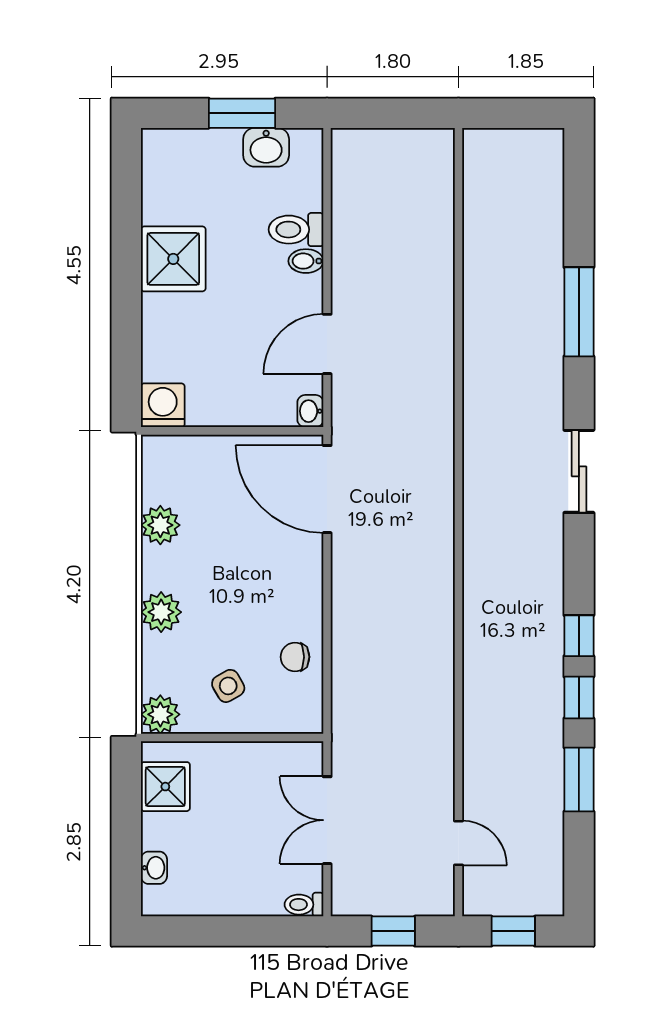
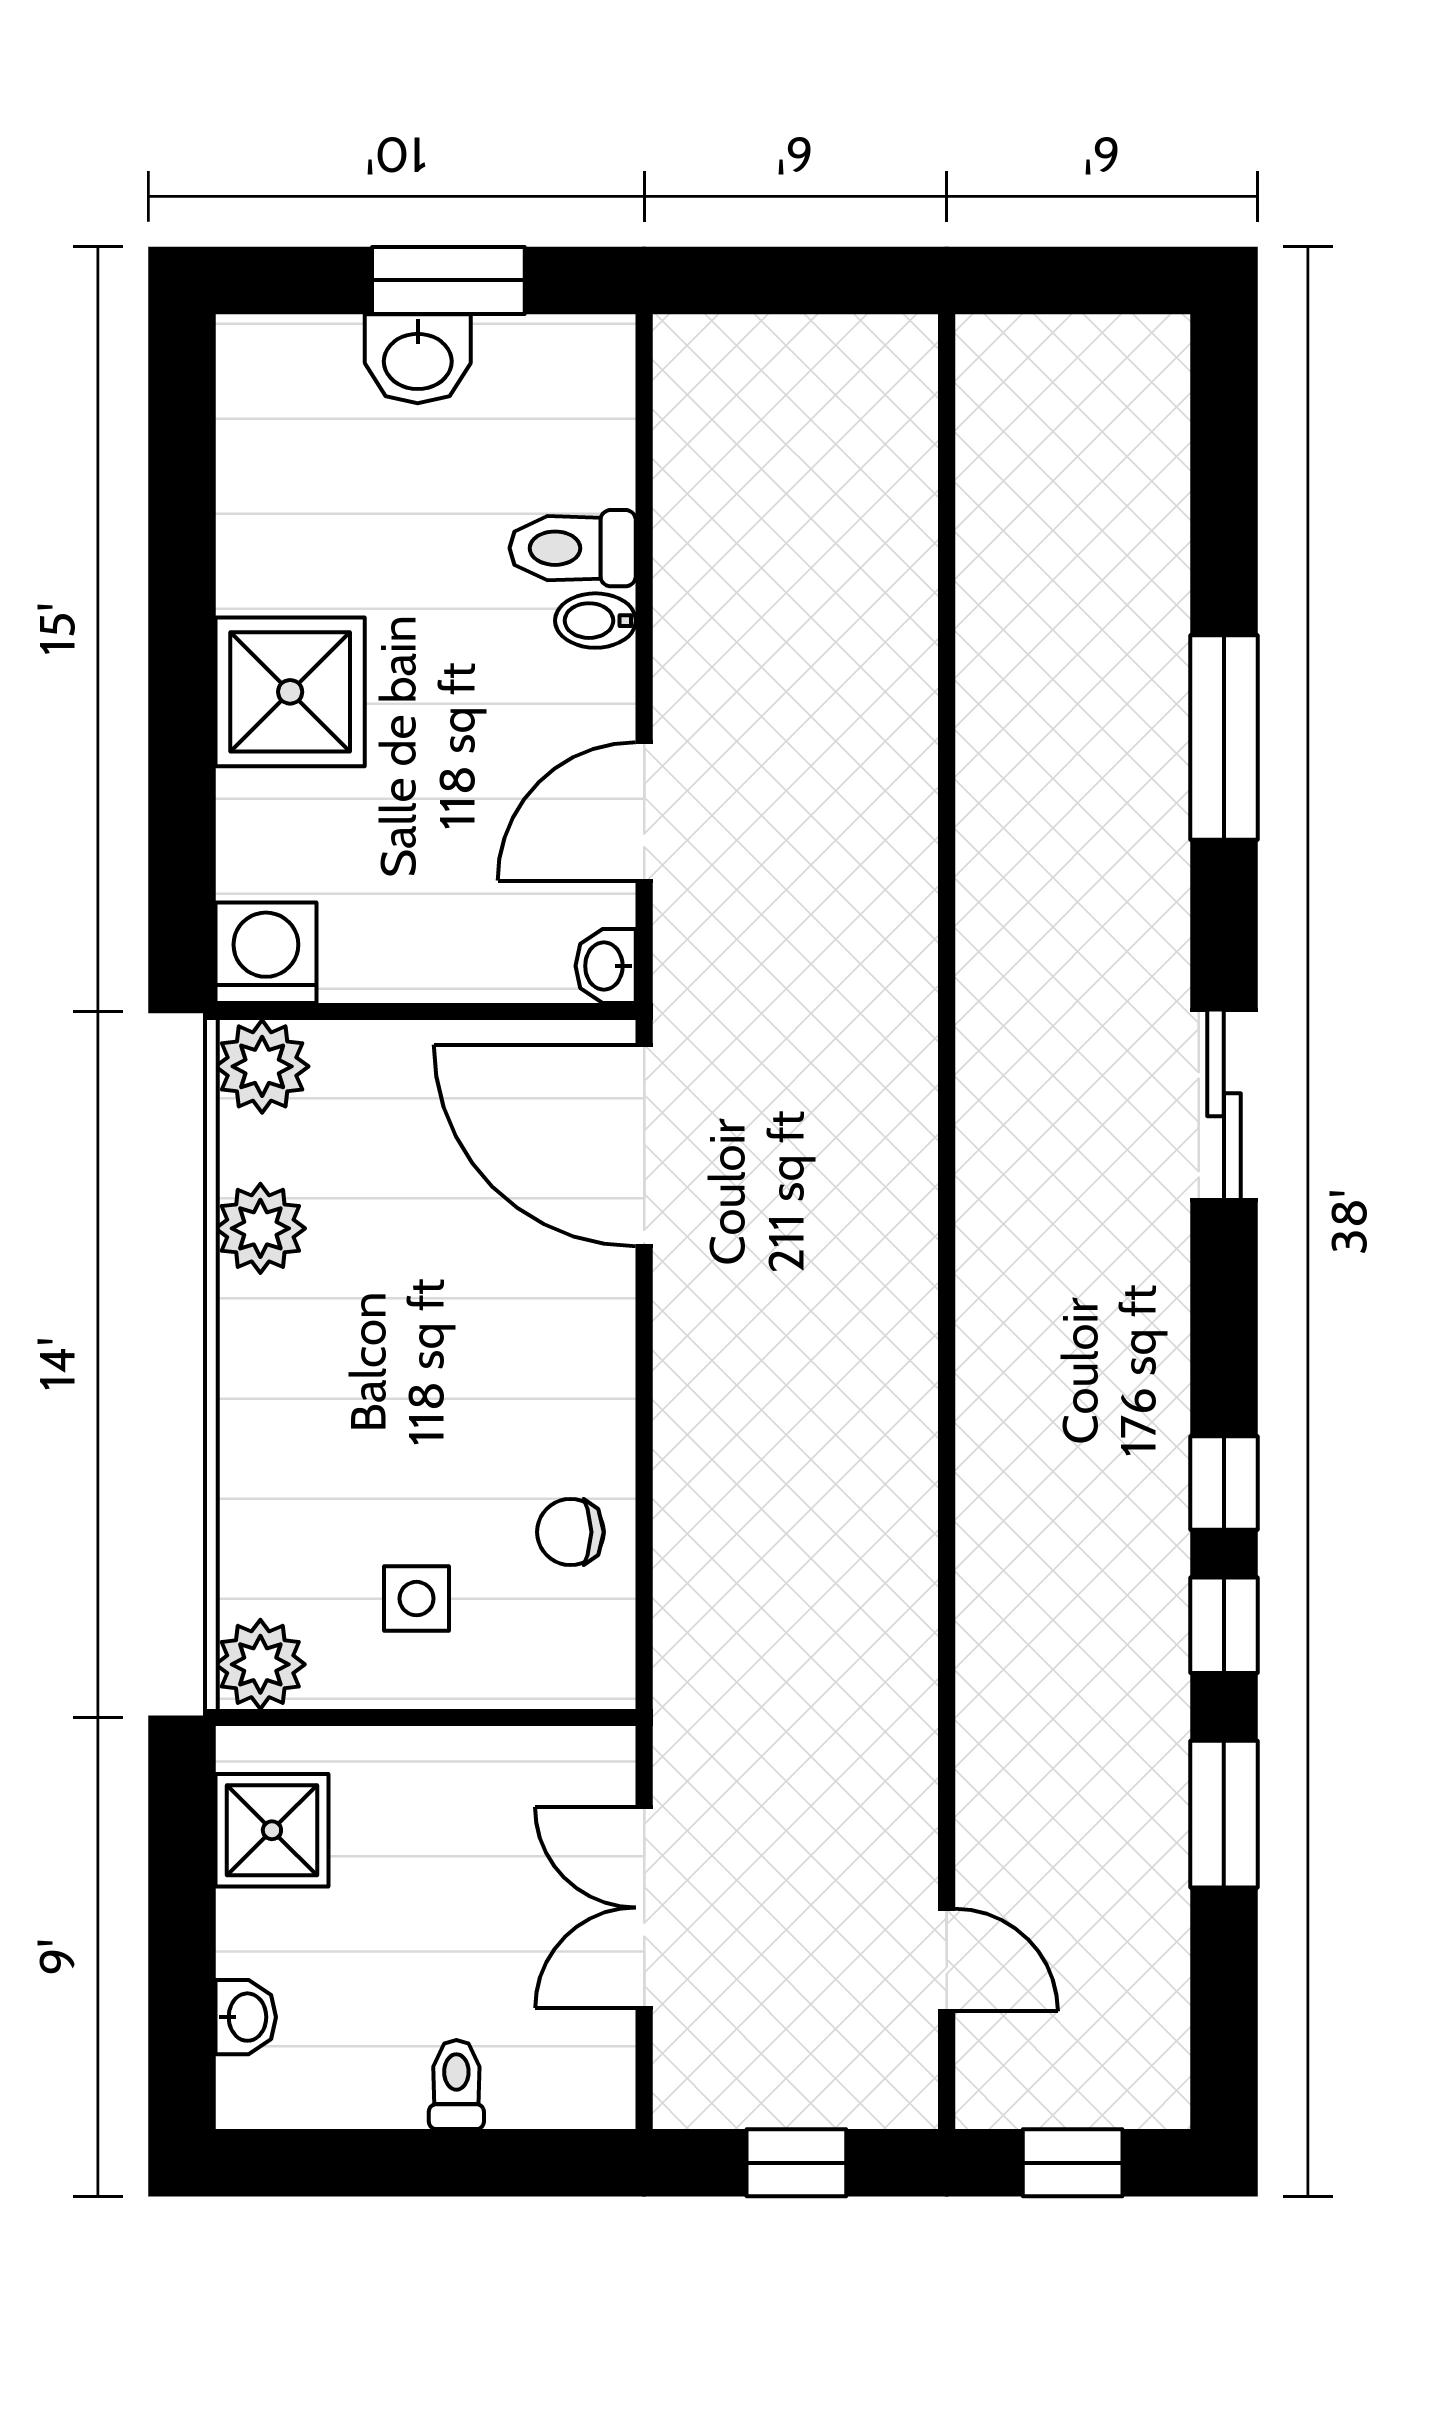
washbasin: (266, 147) -> (418, 359), moved
shower: (173, 259) -> (290, 692), moved
plant: (161, 612) -> (262, 1066), moved
side table: (228, 686) -> (417, 1599), turned 30
toilet: (304, 905) -> (456, 2084), moved, turned 90

